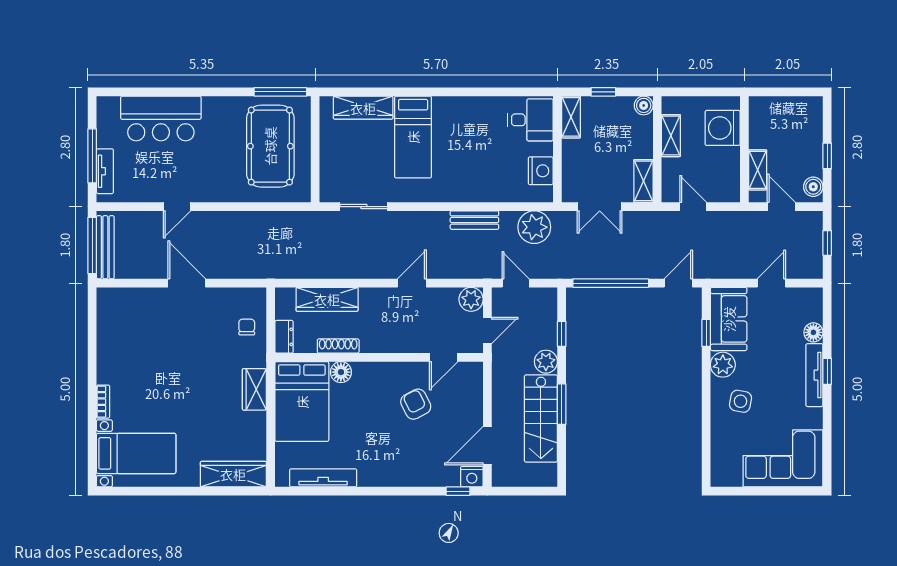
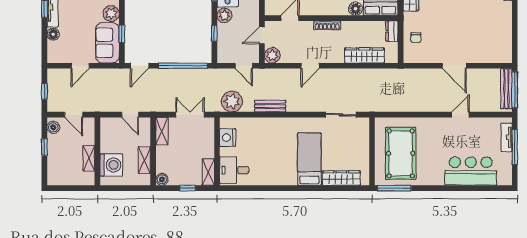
shelving: (758, 170) -> (89, 158), moved
shoe rack: (338, 346) -> (327, 25), moved

